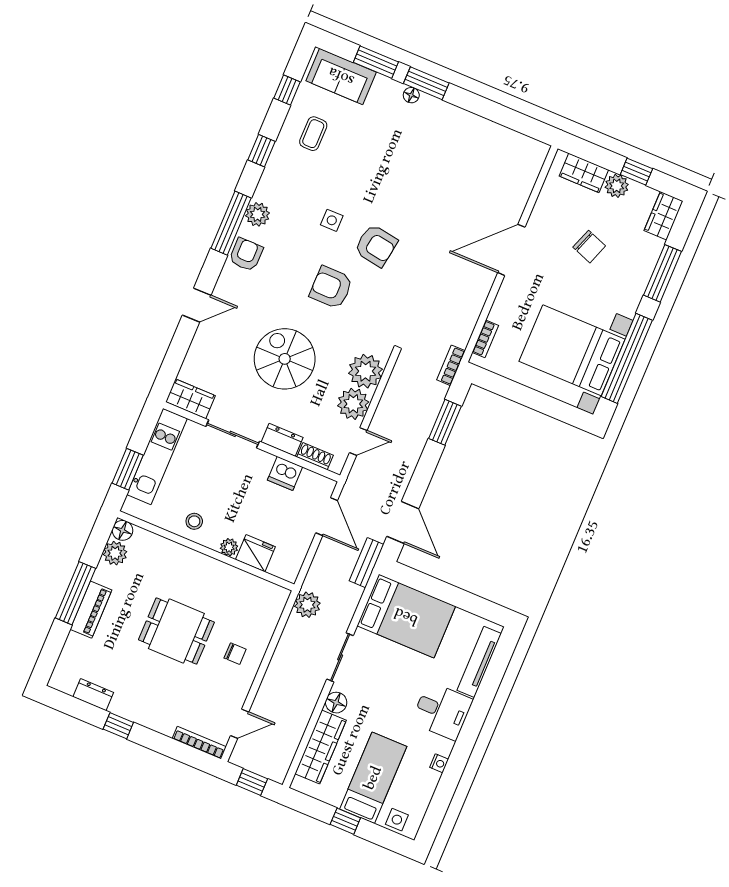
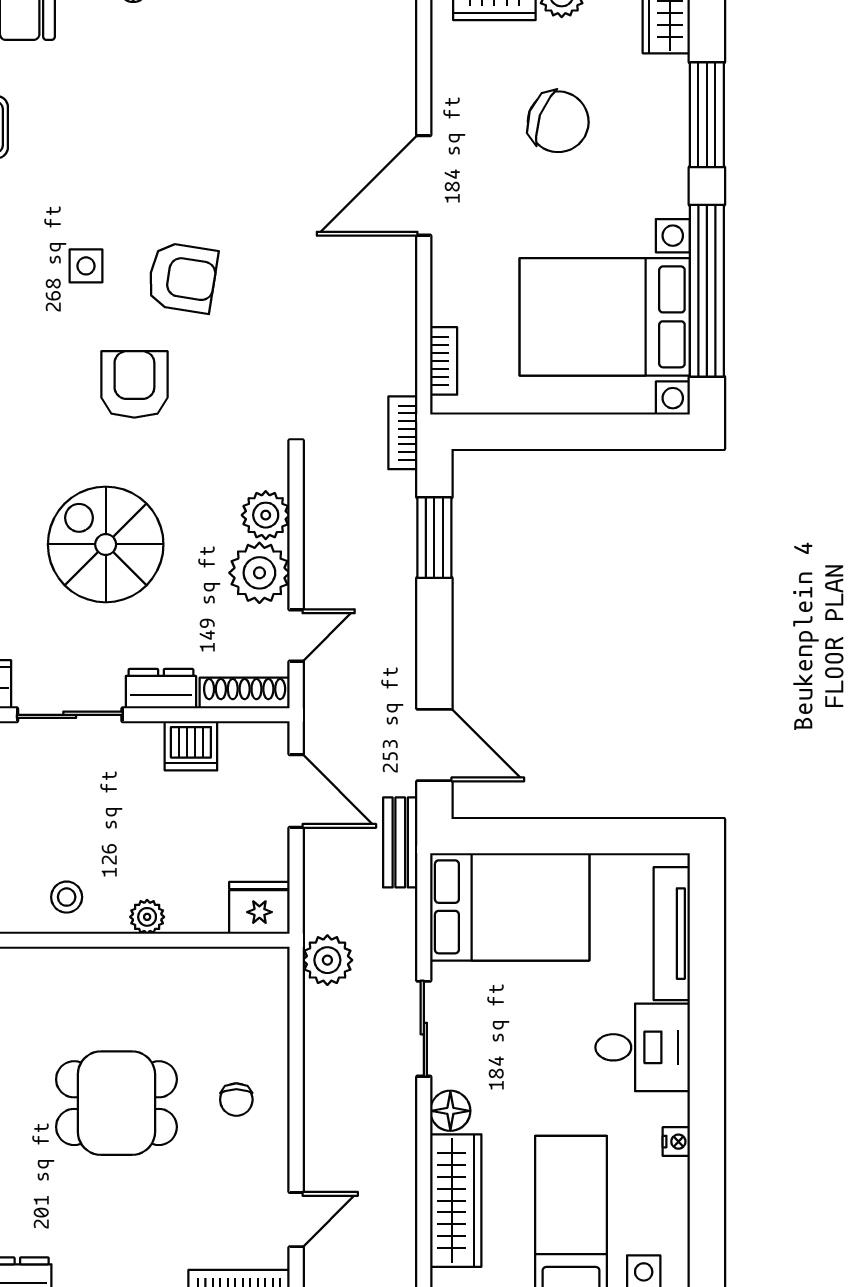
chair: (589, 247) -> (558, 122), width x1.37, depth x1.37
armchair: (331, 287) -> (134, 384), turned 90
plant: (366, 371) -> (266, 515), width x0.73, depth x0.73
shoe rack: (315, 456) -> (245, 693), width x1.43
fridge: (255, 553) -> (259, 908), moved
chair: (235, 654) -> (236, 1100), turned 90

